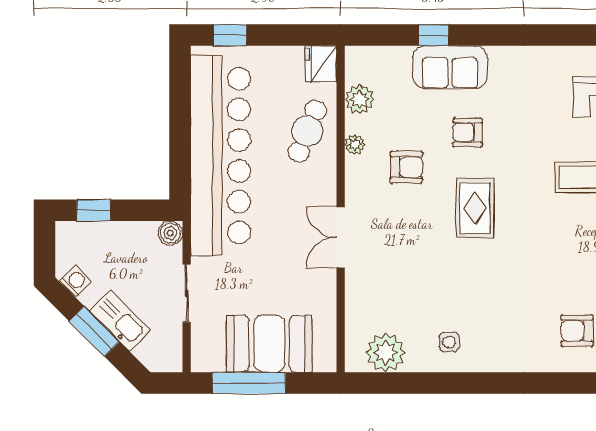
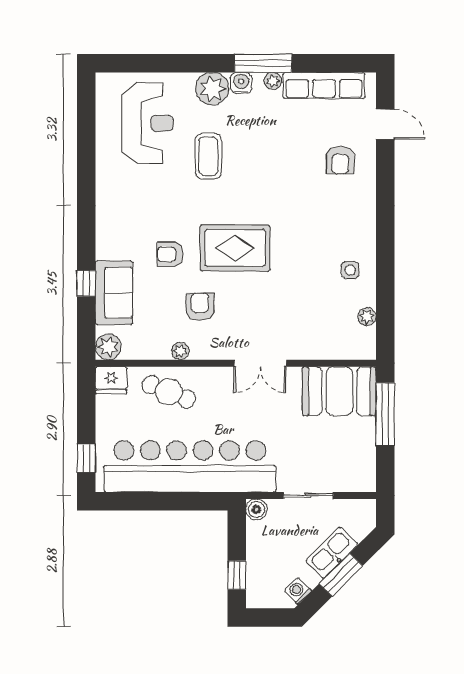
sofa: (450, 67) -> (114, 293), moved
plant: (360, 100) -> (108, 347), moved
armchair: (467, 132) -> (170, 254), turned 90
rug: (475, 208) -> (235, 248), width x1.36, depth x1.43
booth: (269, 344) -> (339, 391), moved, turned 90
plant: (386, 353) -> (367, 317), width x0.53, depth x0.53
window: (249, 383) -> (385, 414), moved

